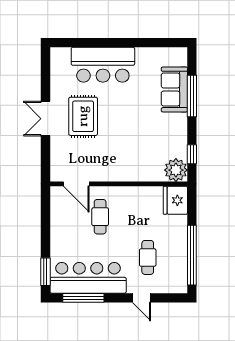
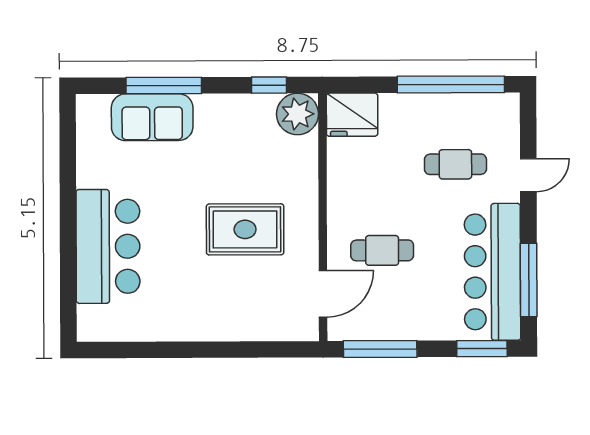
rug: (83, 116) -> (245, 229), moved
double door: (45, 119) -> (205, 350), removed
window: (45, 215) -> (380, 349), added

